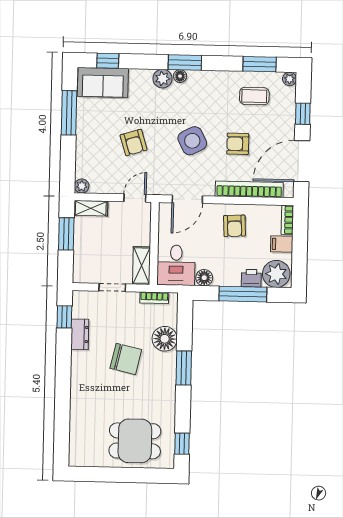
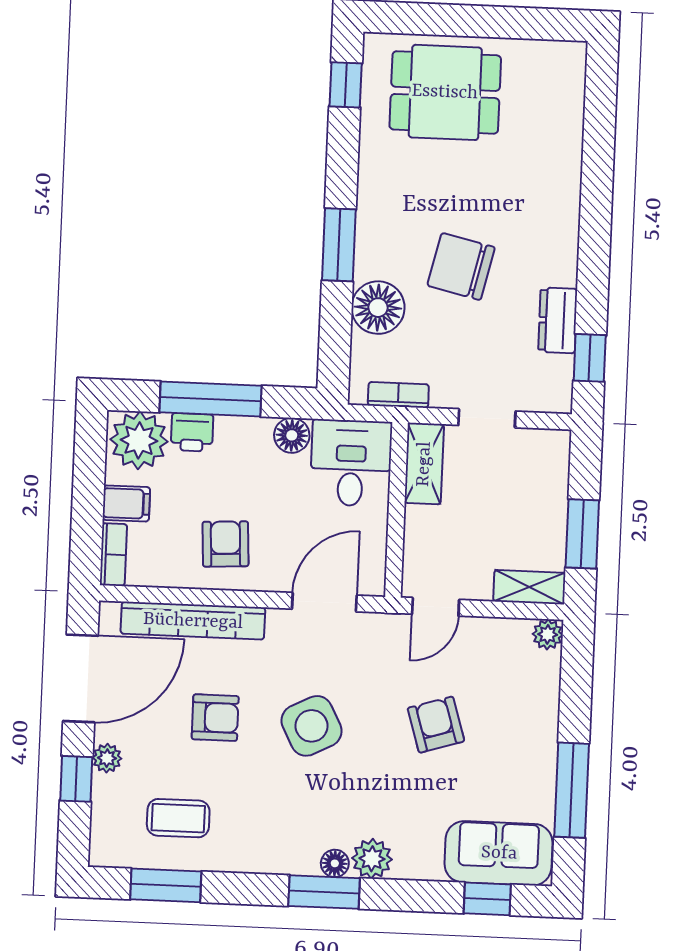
plant: (290, 79) -> (107, 758), moved

